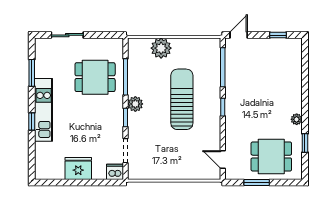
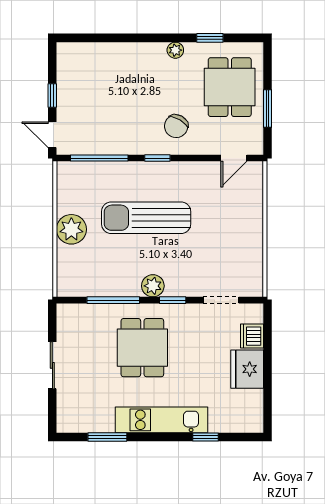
sliding door: (67, 35) -> (52, 365), moved
window: (278, 35) -> (52, 95), moved
plant: (161, 48) -> (71, 229), moved
dining table: (95, 77) -> (142, 348), moved
chair: (245, 120) -> (176, 126), added
window: (32, 121) -> (205, 437), moved
dishwasher: (115, 172) -> (252, 336), moved

